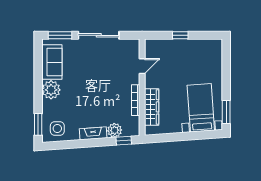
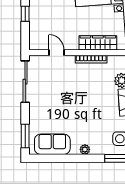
sliding door: (99, 35) -> (25, 82), moved
plant: (51, 90) -> (85, 149), width x0.53, depth x0.53

